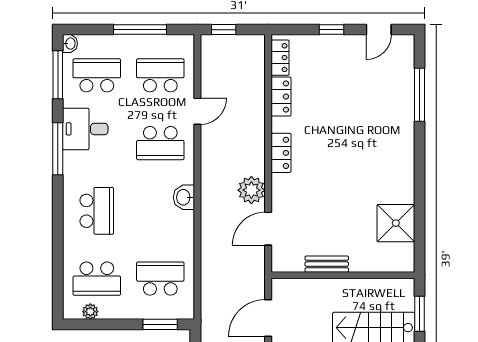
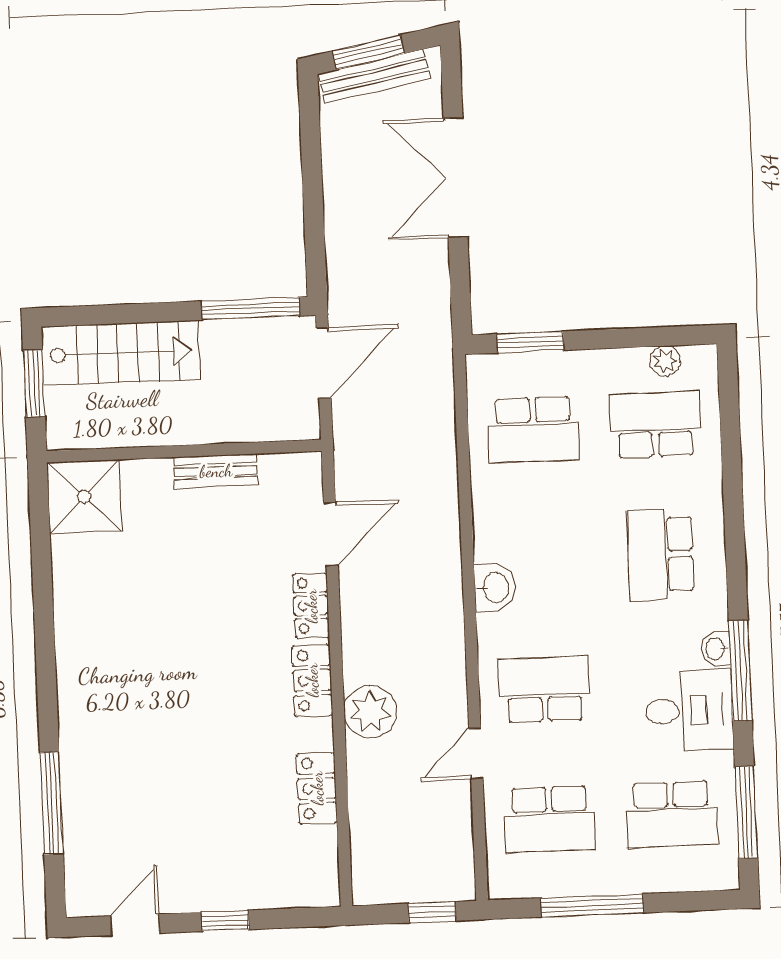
washbasin: (70, 44) -> (716, 649), moved
locker: (280, 58) -> (311, 606), moved
plant: (251, 190) -> (370, 712), moved
shower: (396, 223) -> (84, 497), moved

